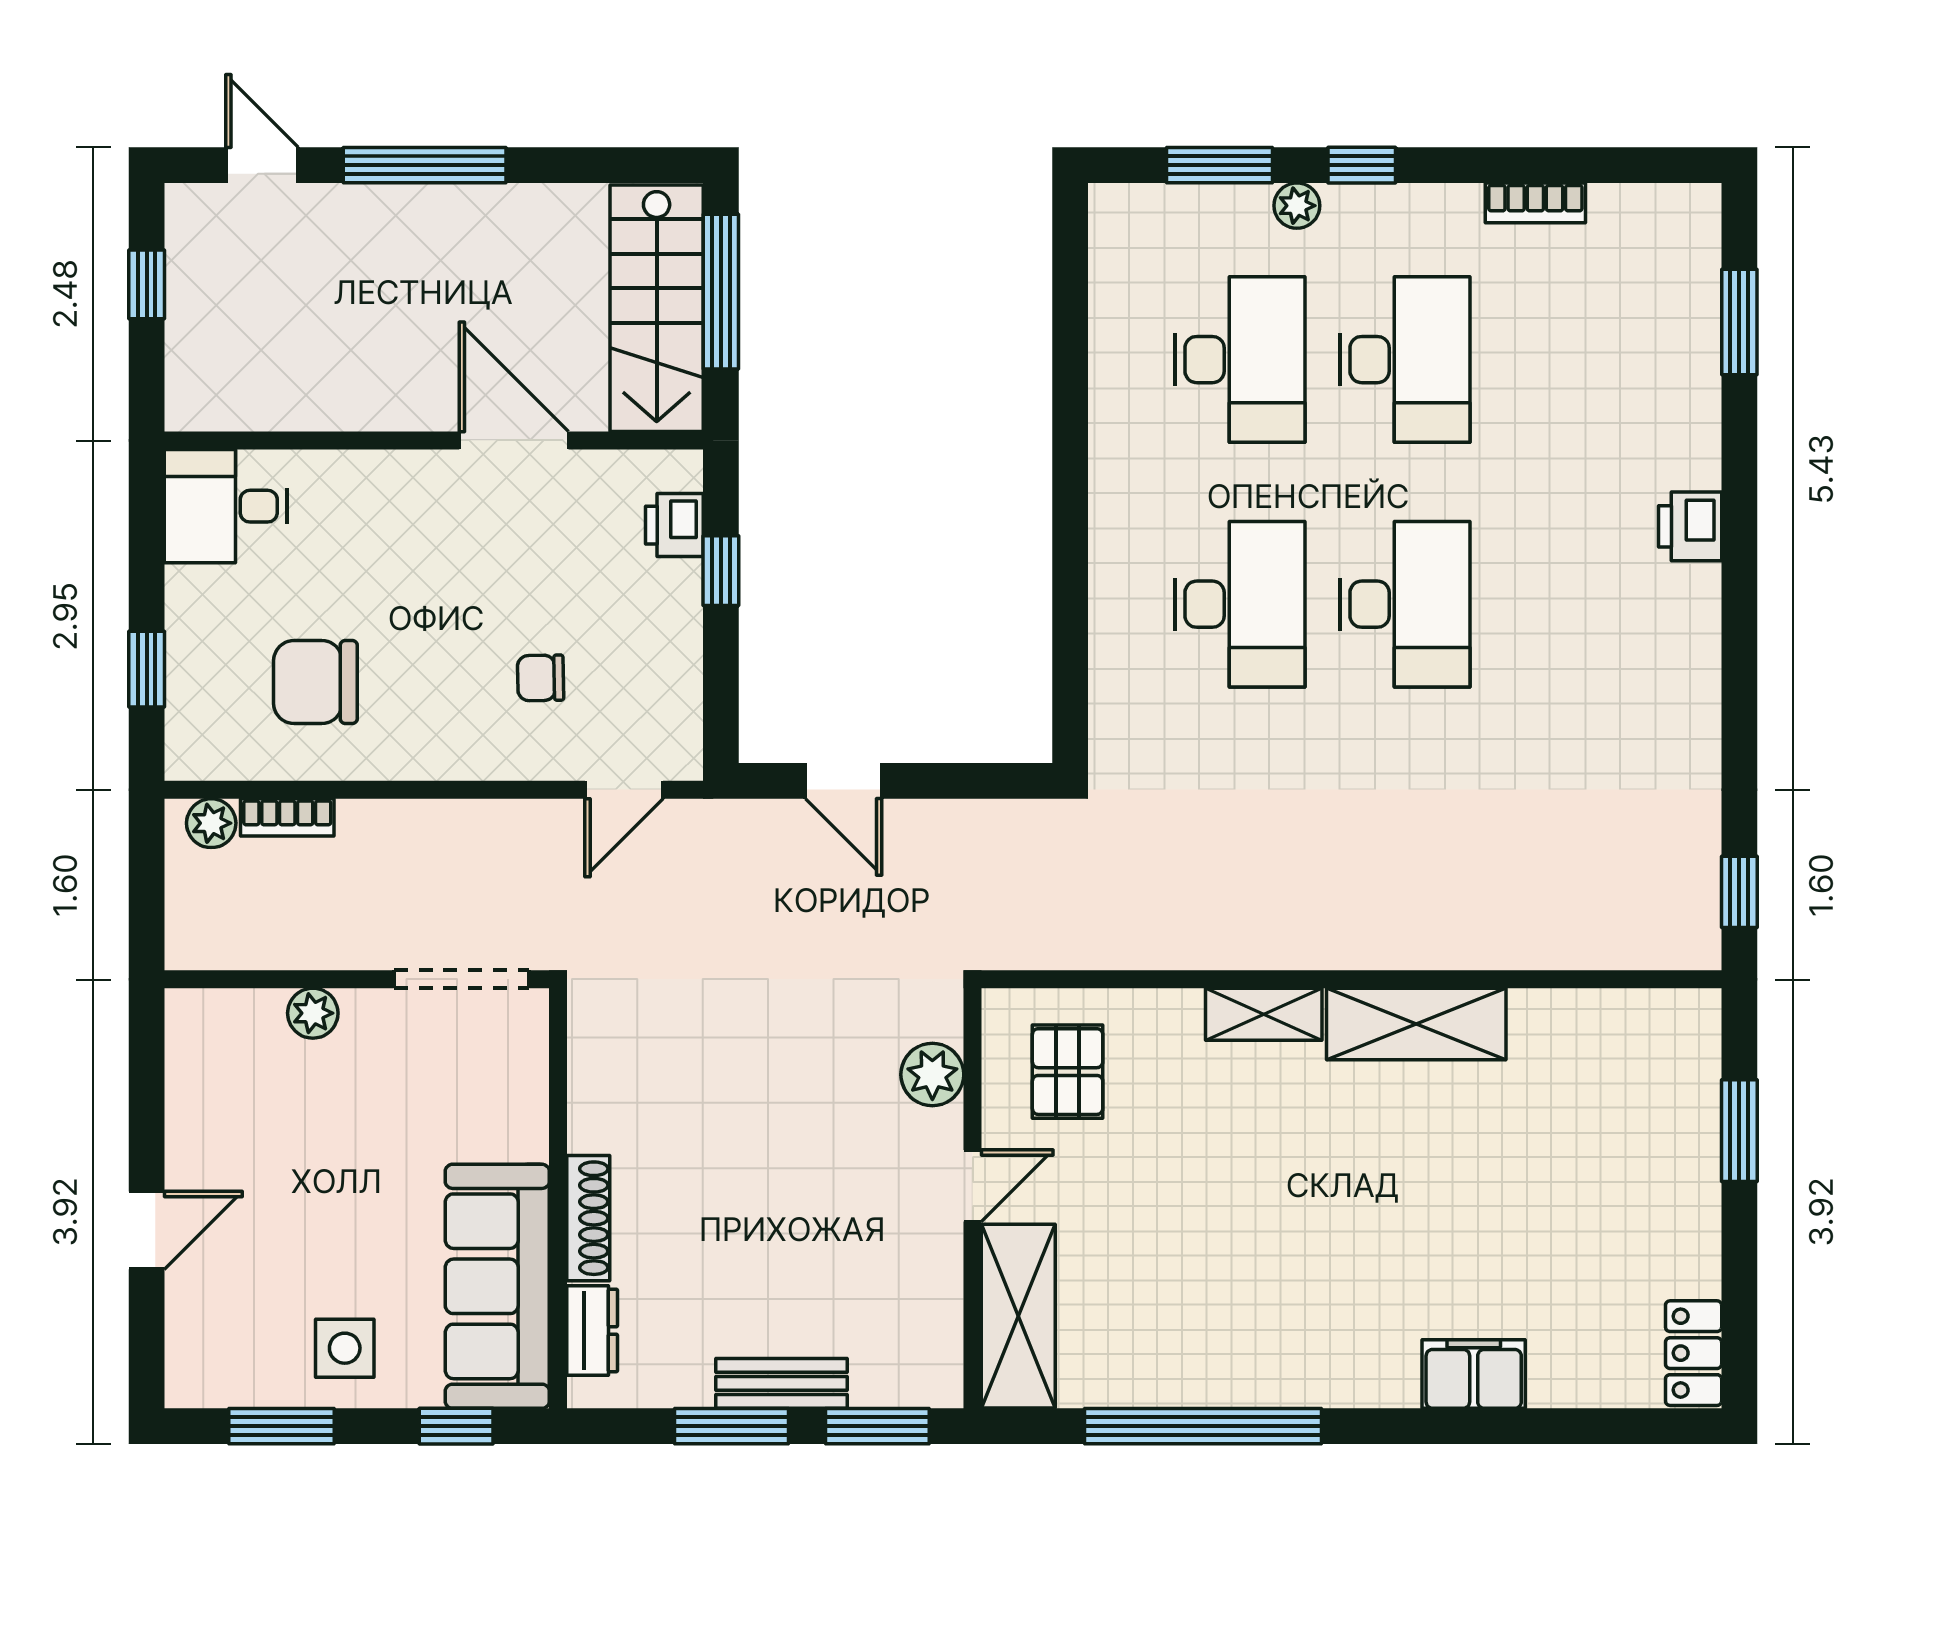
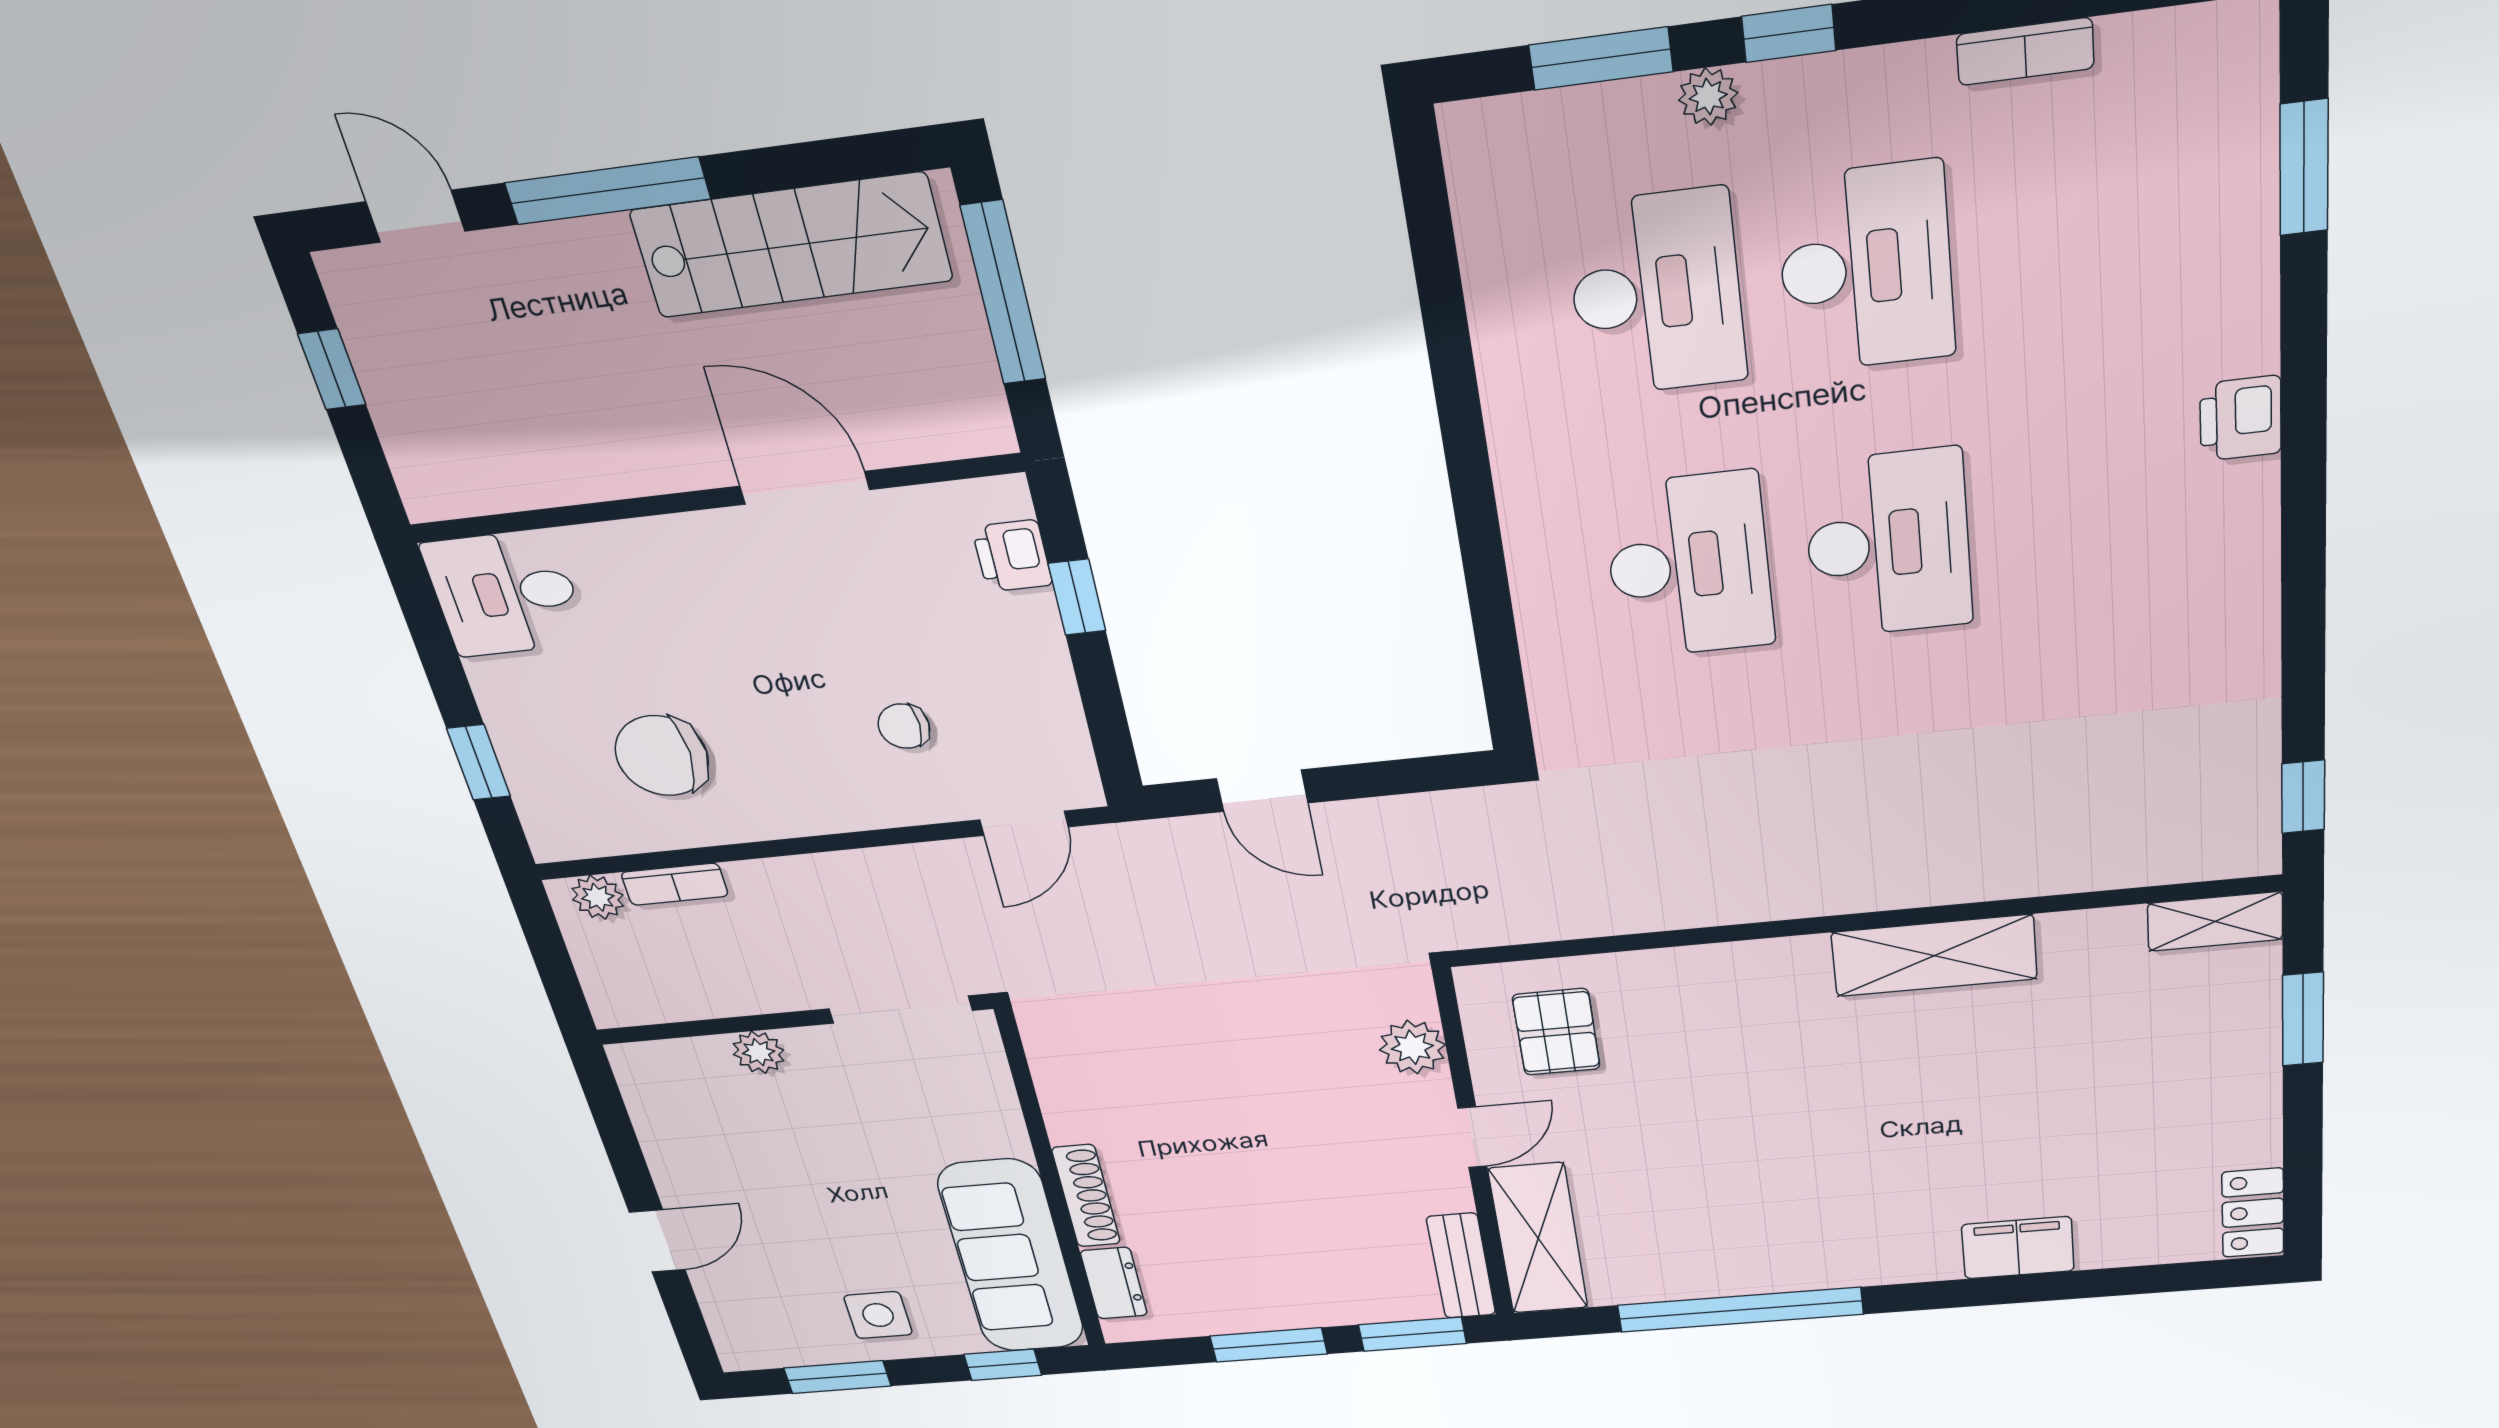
stairs: (657, 308) -> (791, 245), moved, turned -90
shelving: (1264, 1014) -> (2215, 921), moved
bench: (782, 1383) -> (1461, 1266), moved, turned 90

